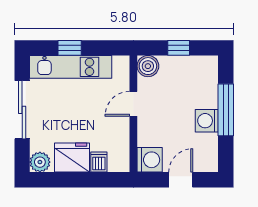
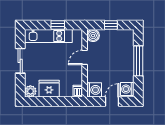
window: (70, 48) -> (58, 25), moved
sliding door: (22, 110) -> (20, 61), width x0.73
washing machine: (207, 121) -> (127, 89), moved
dishwasher: (99, 162) -> (78, 91), moved

